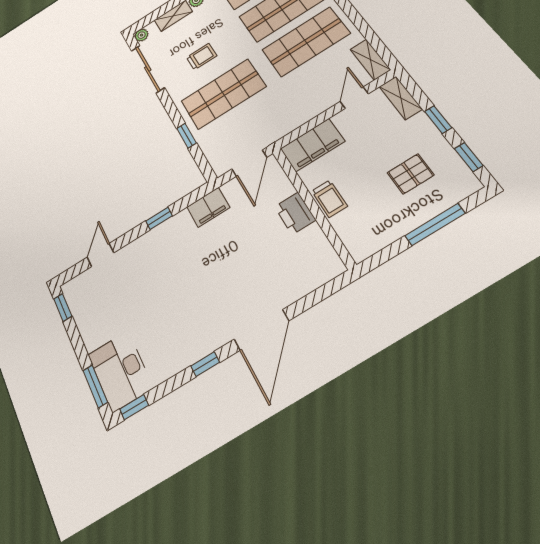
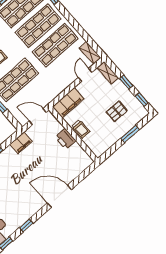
door: (249, 163) -> (38, 117), swing flipped
window: (435, 225) -> (130, 134), width x0.69
door: (261, 330) -> (59, 196), swing flipped
window: (205, 364) -> (26, 225), moved

